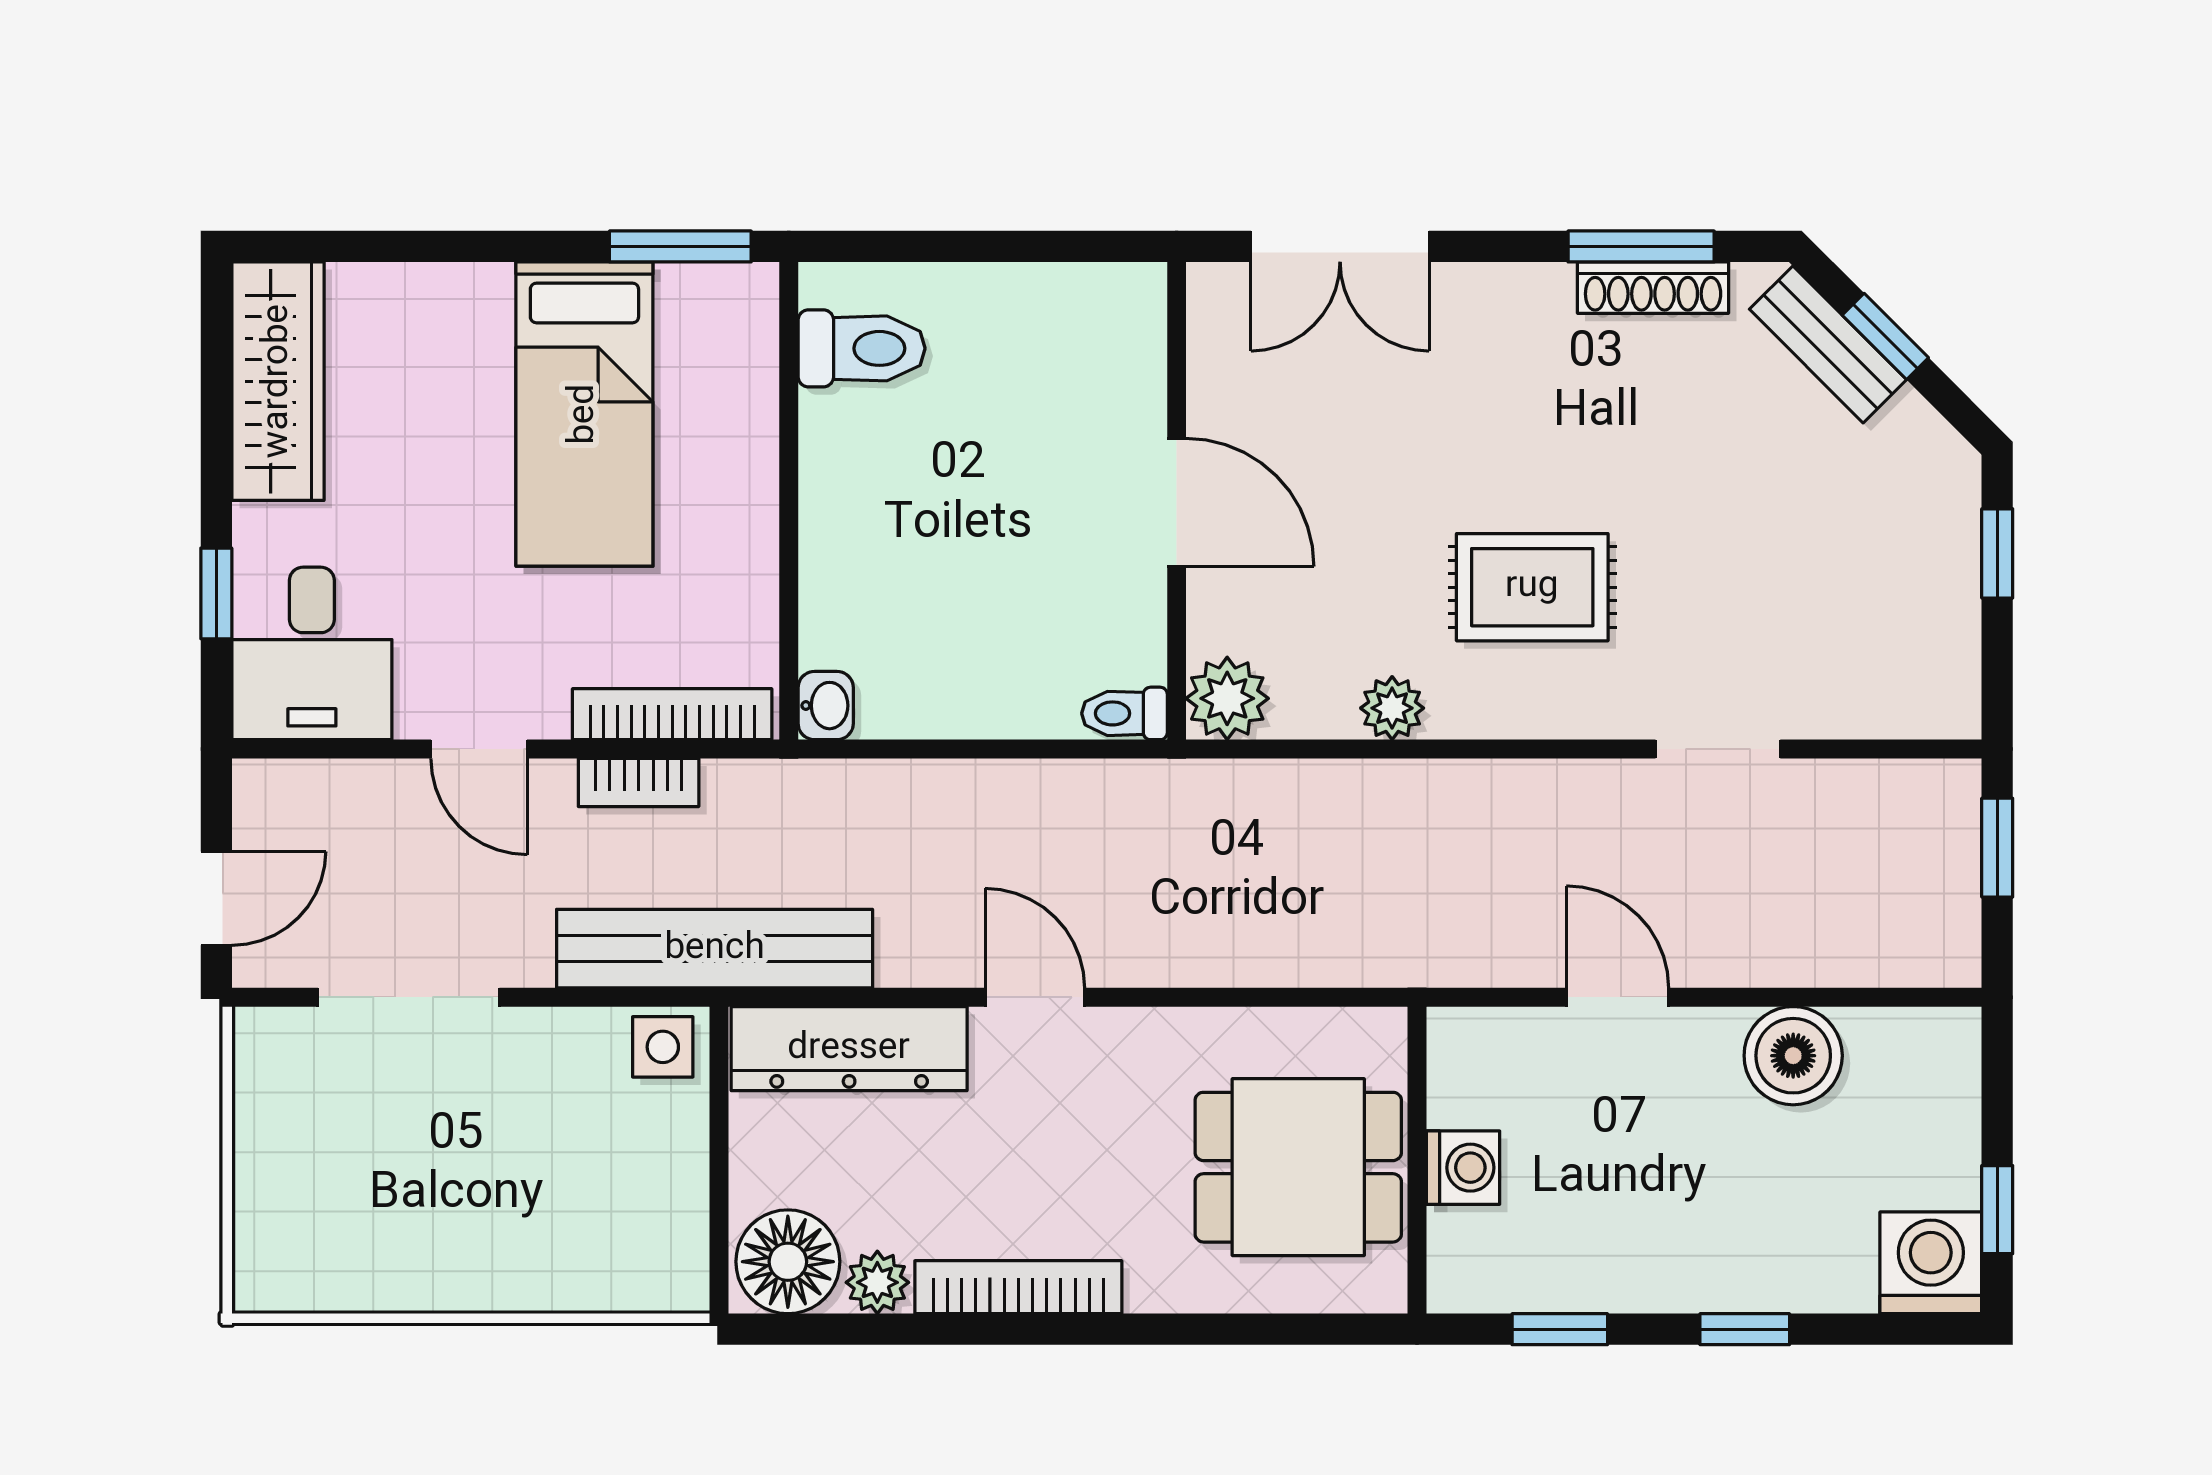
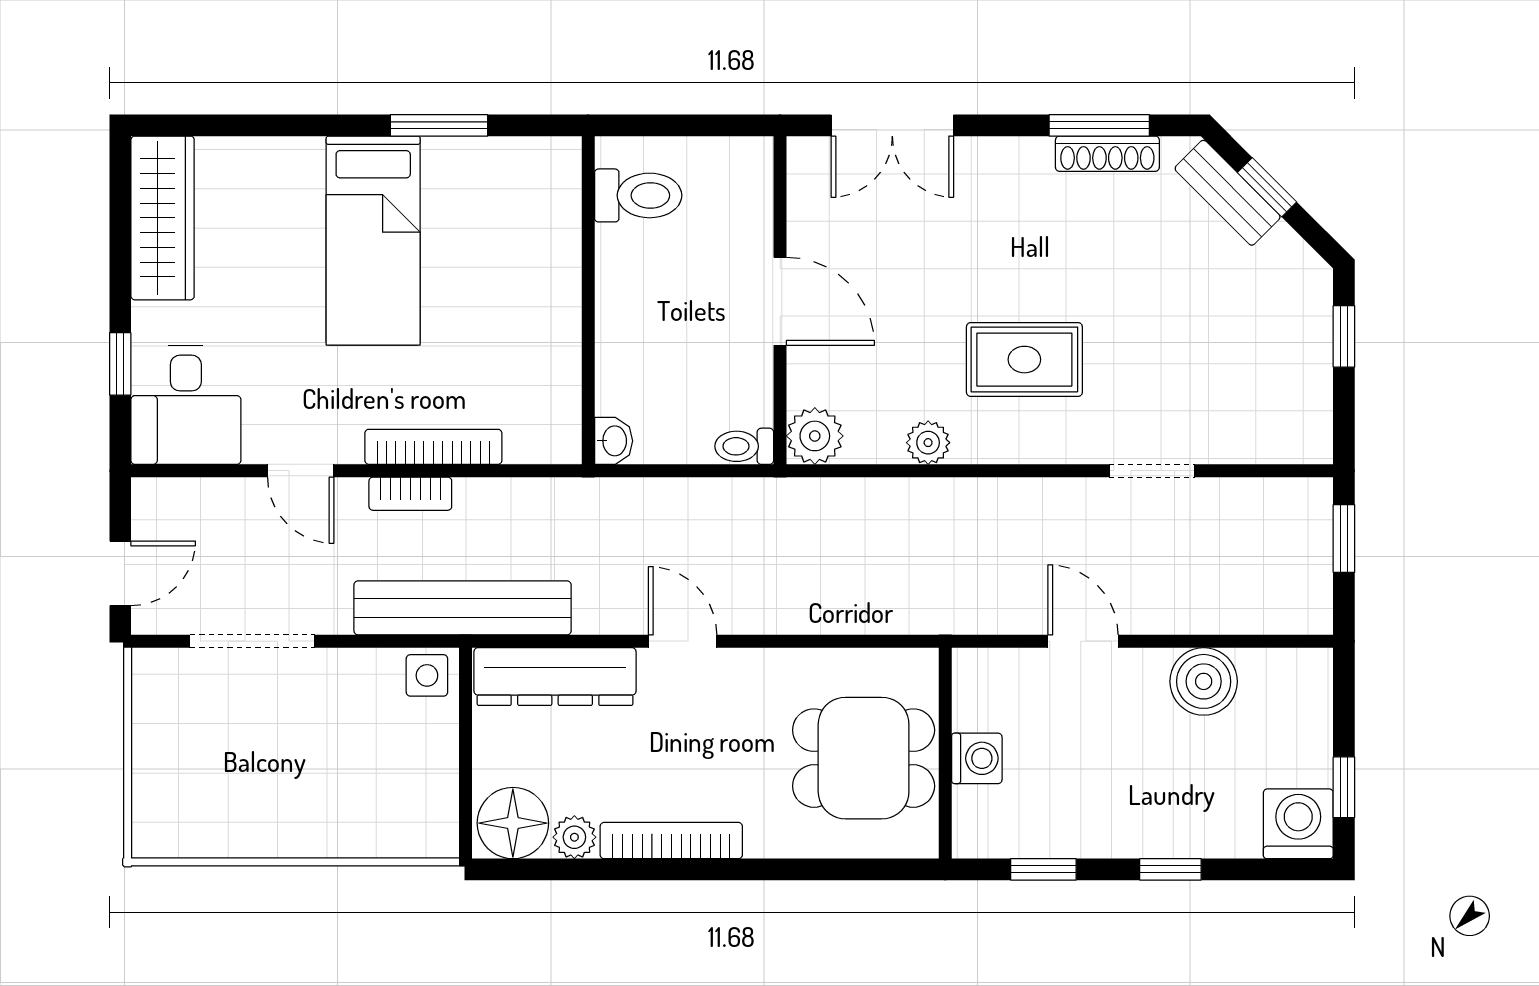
toilet: (862, 348) -> (638, 195), moved
wall: (789, 501) -> (588, 300), moved
washbasin: (826, 706) -> (614, 441), moved

